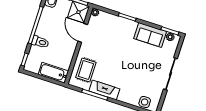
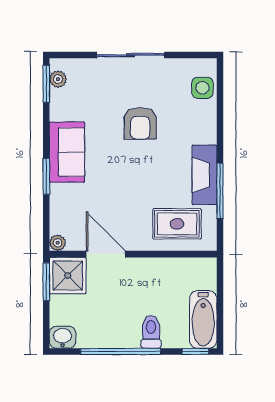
door: (83, 33) -> (106, 254), swing flipped
sofa: (150, 35) -> (67, 152), moved
armchair: (138, 68) -> (140, 123), added
bathtub: (53, 73) -> (203, 319), moved

